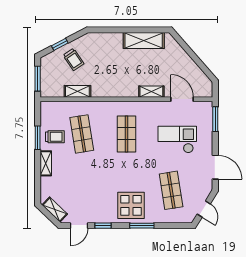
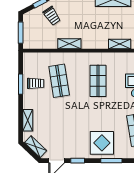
shelving: (77, 91) -> (69, 44), moved
shelving: (46, 163) -> (28, 120), moved

